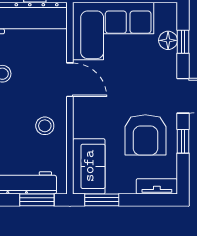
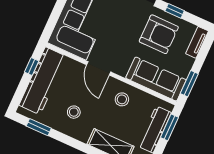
door: (70, 80) -> (99, 68), swing flipped
sofa: (89, 166) -> (156, 79), width x1.36

